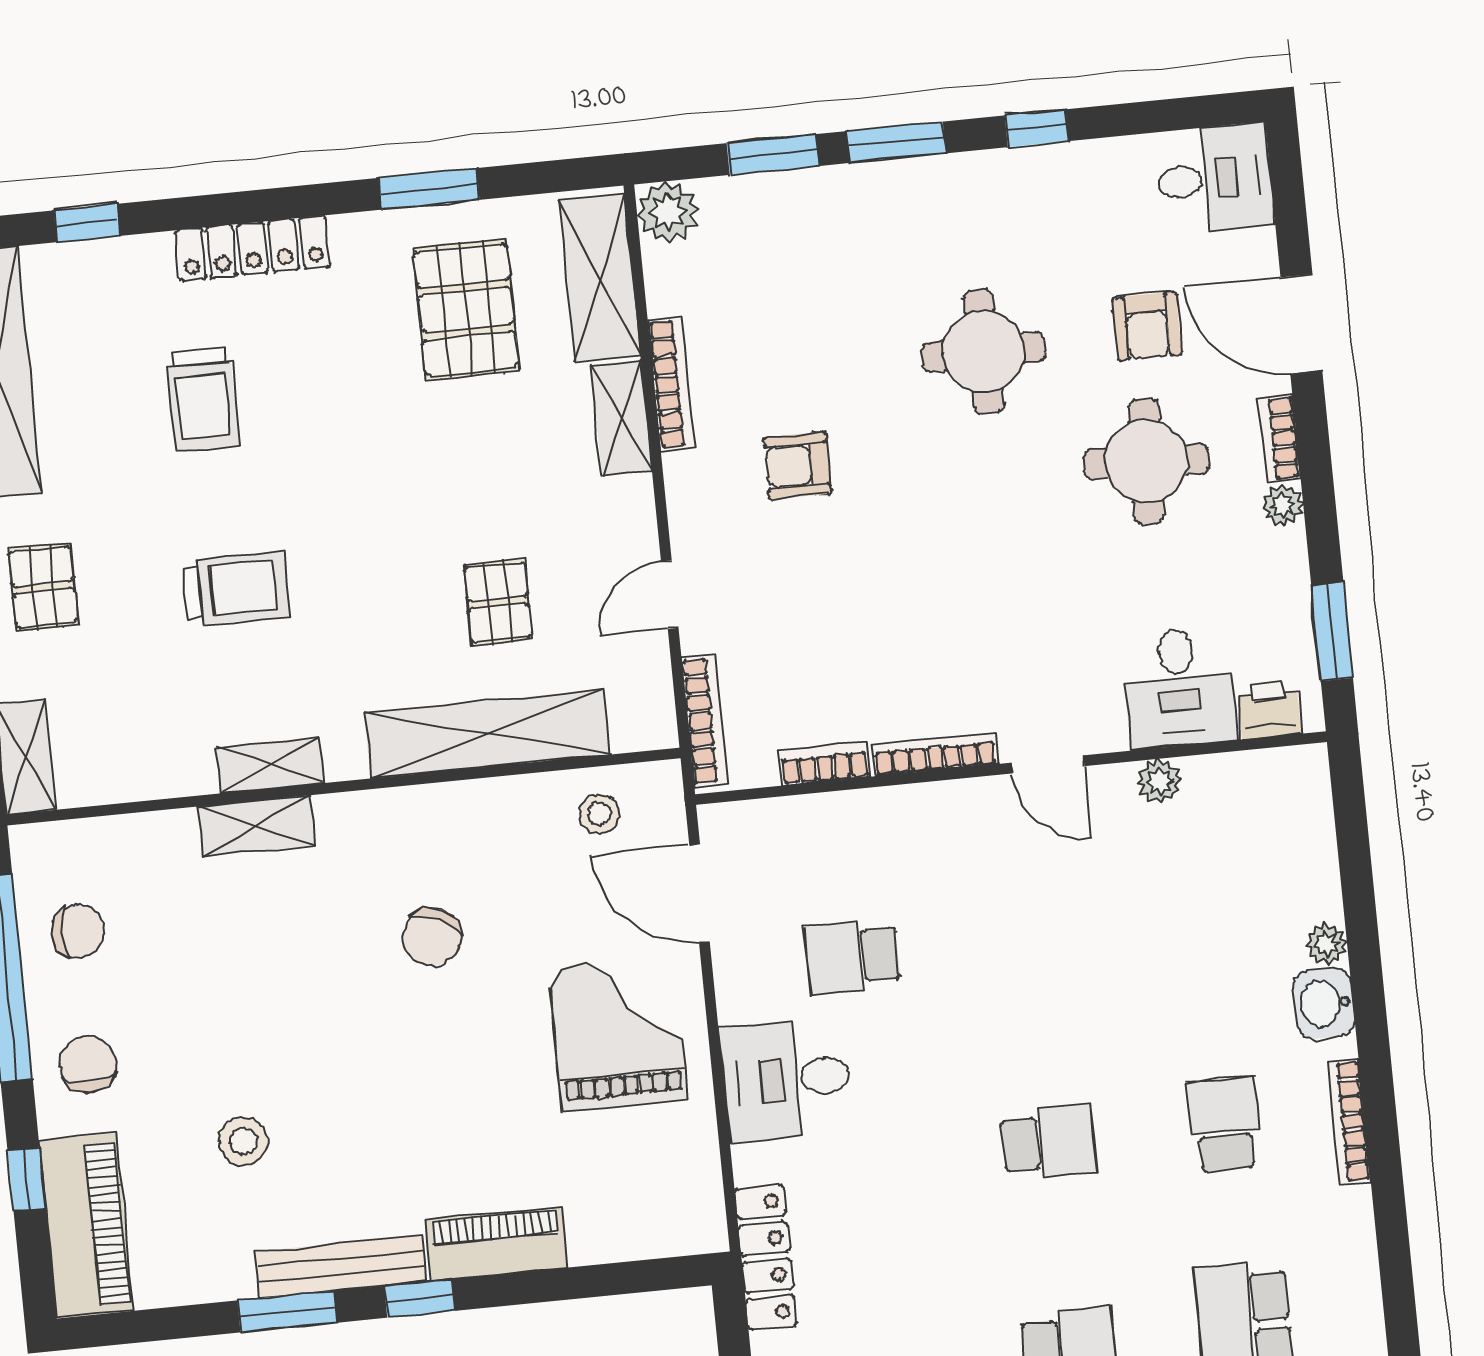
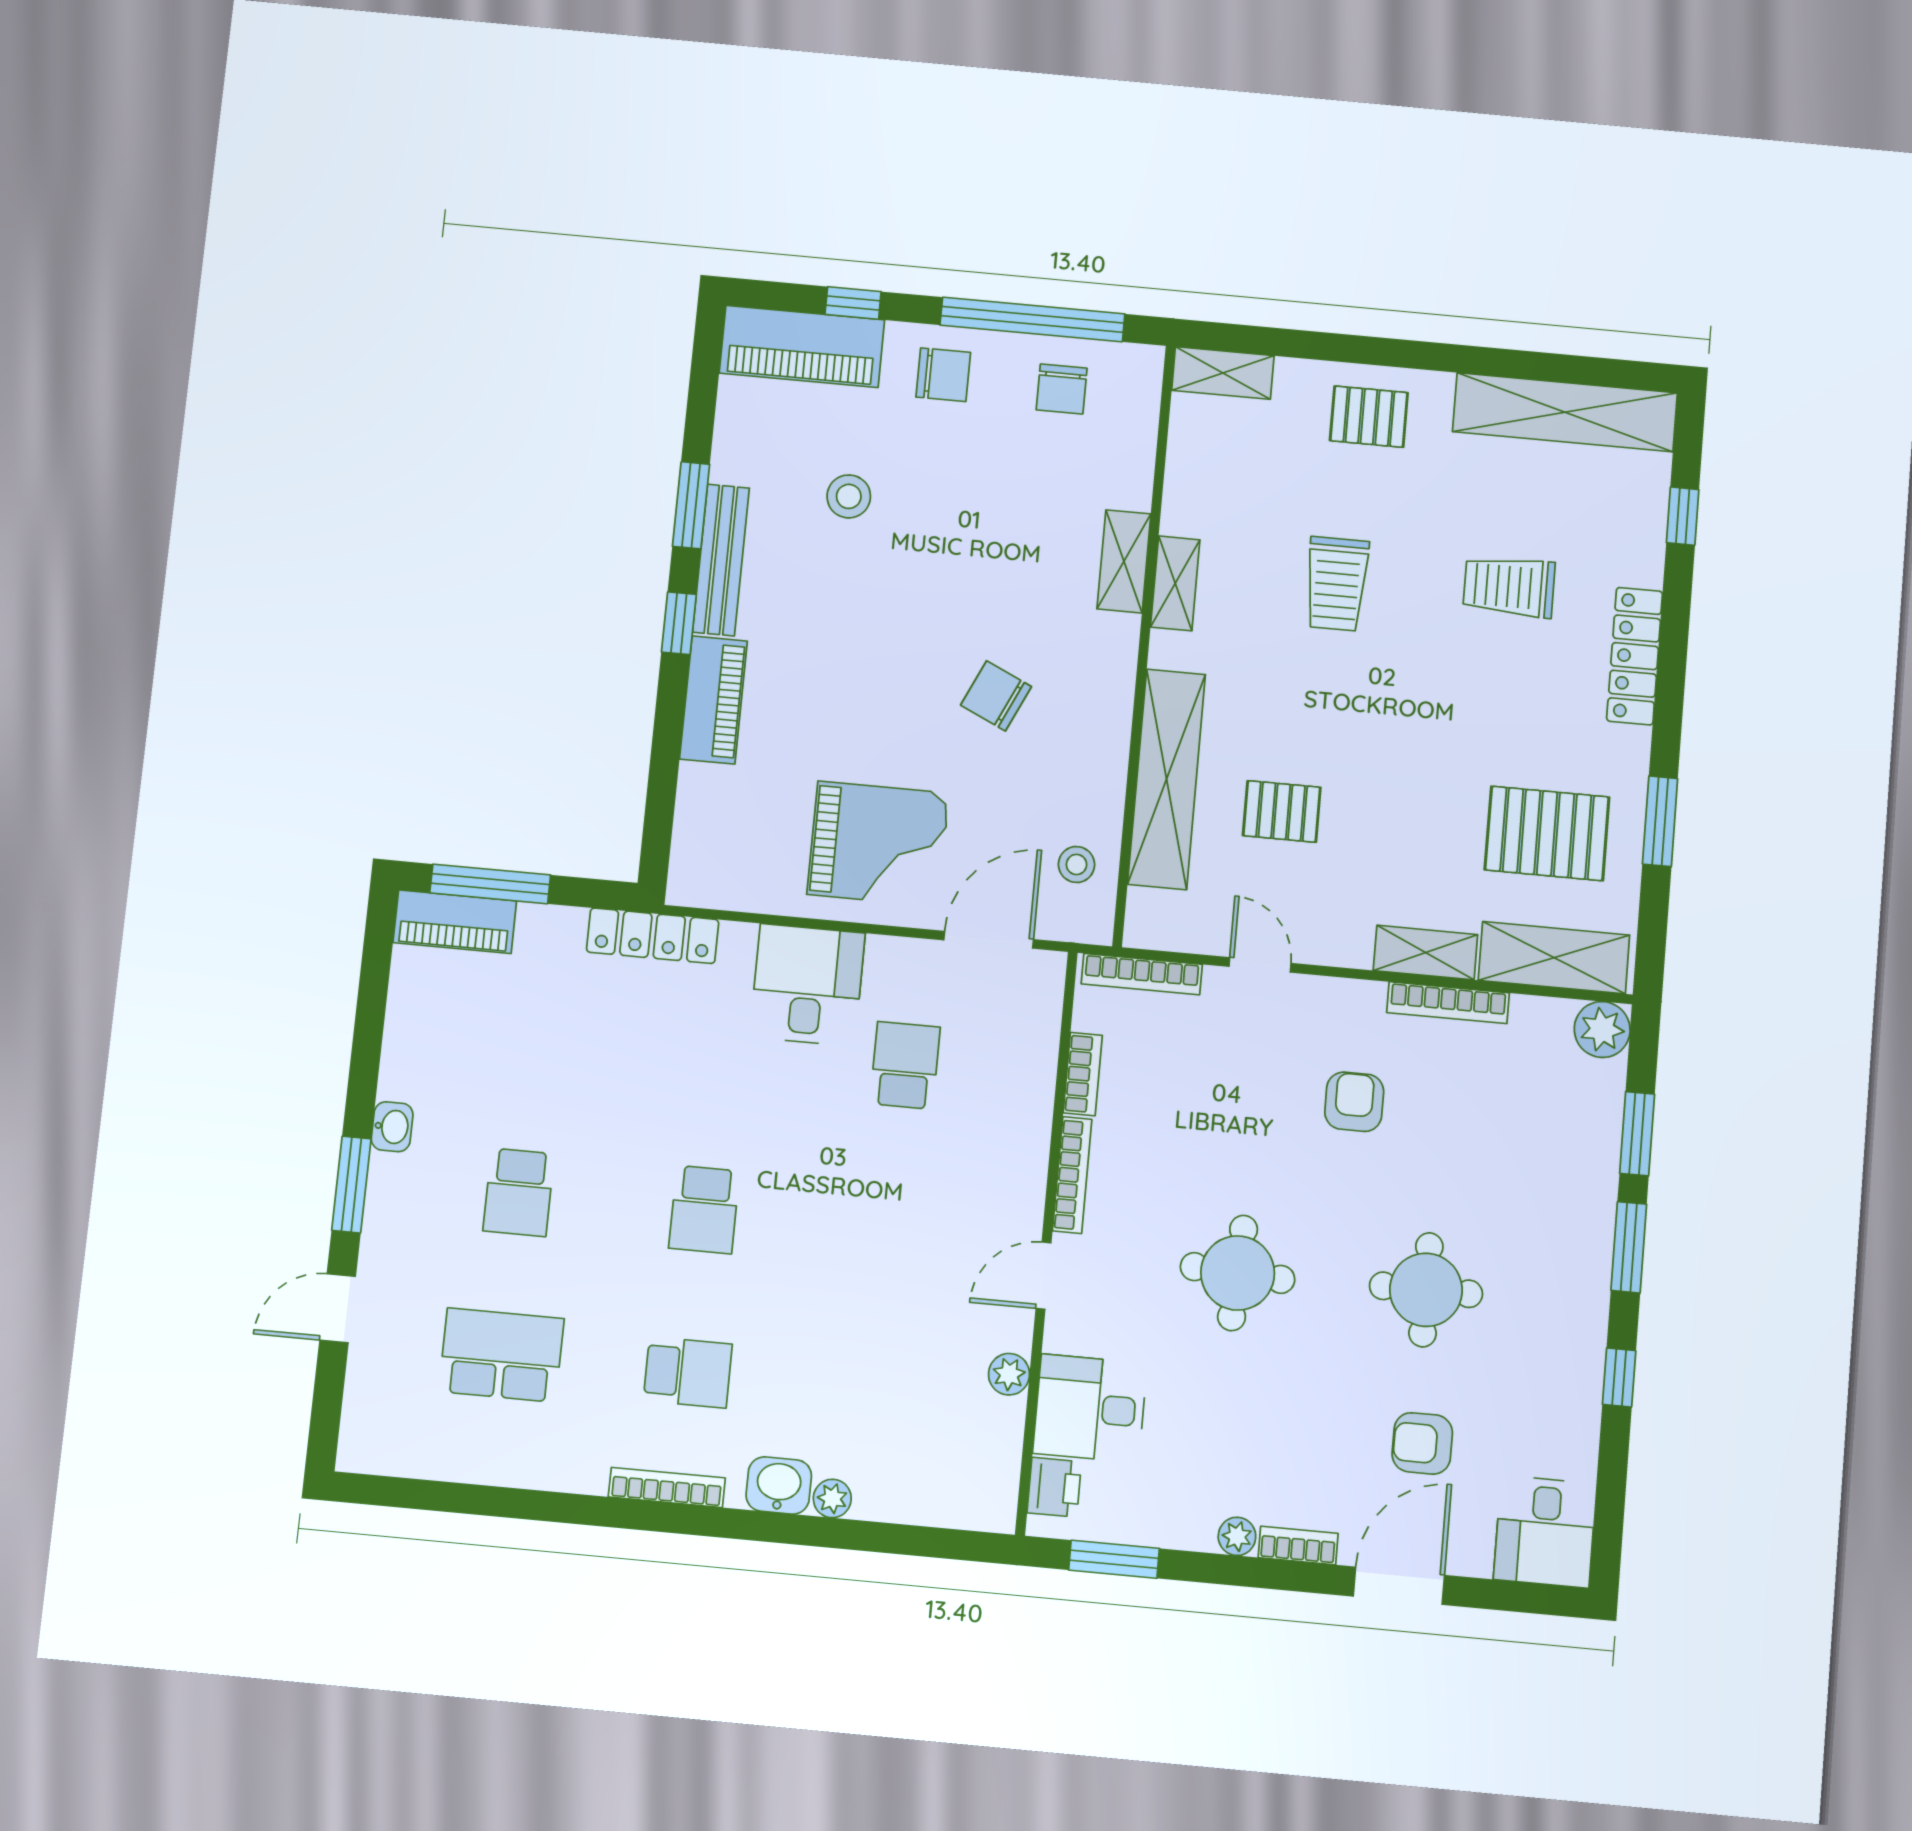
round table: (1146, 461) -> (1238, 1273), moved

